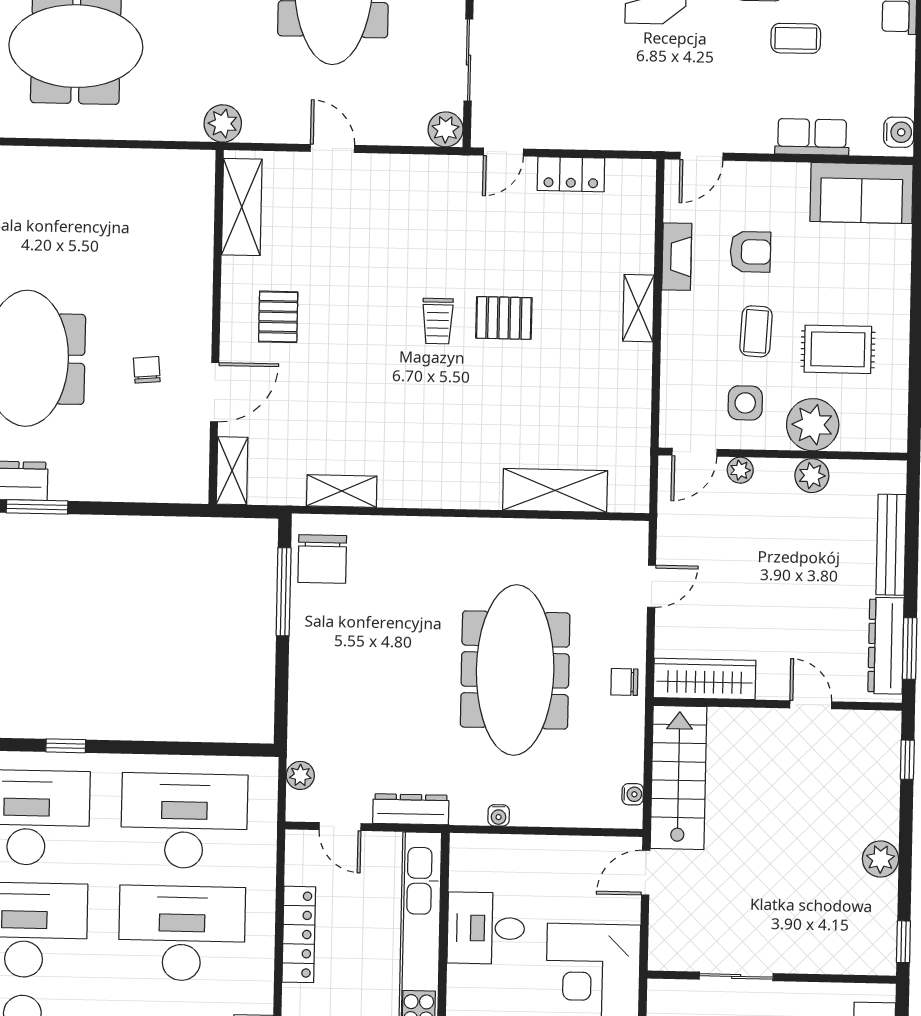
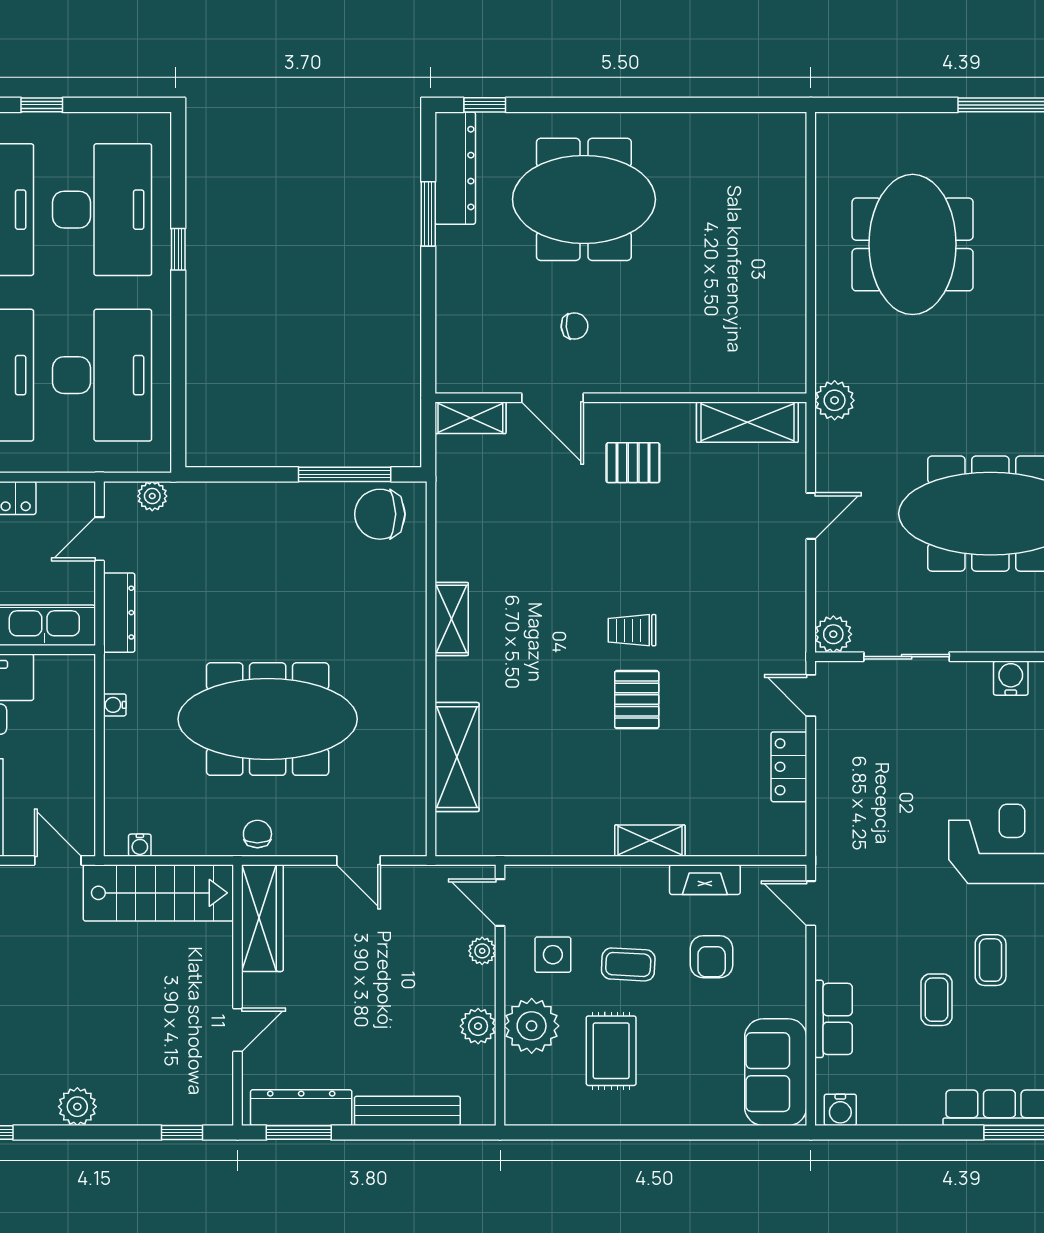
shelving: (342, 491) -> (452, 619), moved

